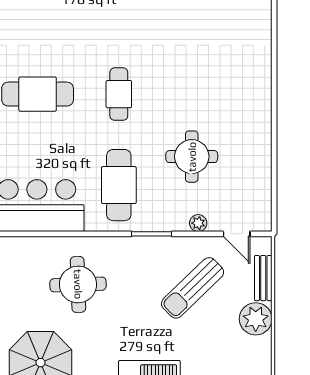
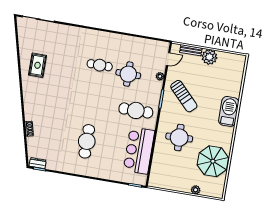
cafe table: (119, 94) -> (100, 65), moved
sun lounger: (193, 288) -> (184, 96), moved

